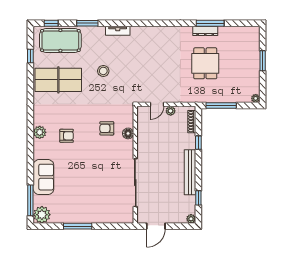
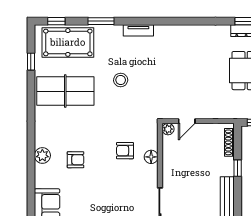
plant: (171, 111) -> (168, 129), moved

